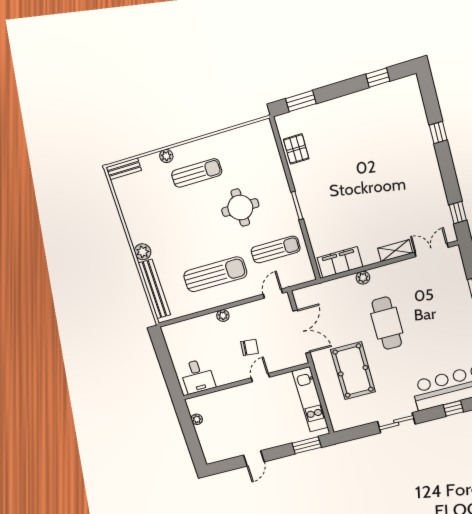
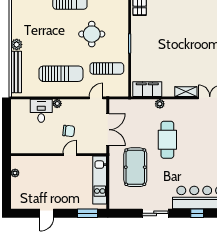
desk: (197, 376) -> (41, 111), moved, turned 180

